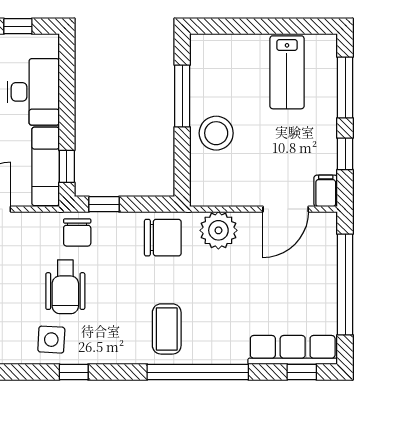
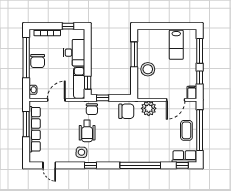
coffee table: (167, 329) -> (186, 130), moved
row of seats: (293, 350) -> (184, 156), width x0.68

